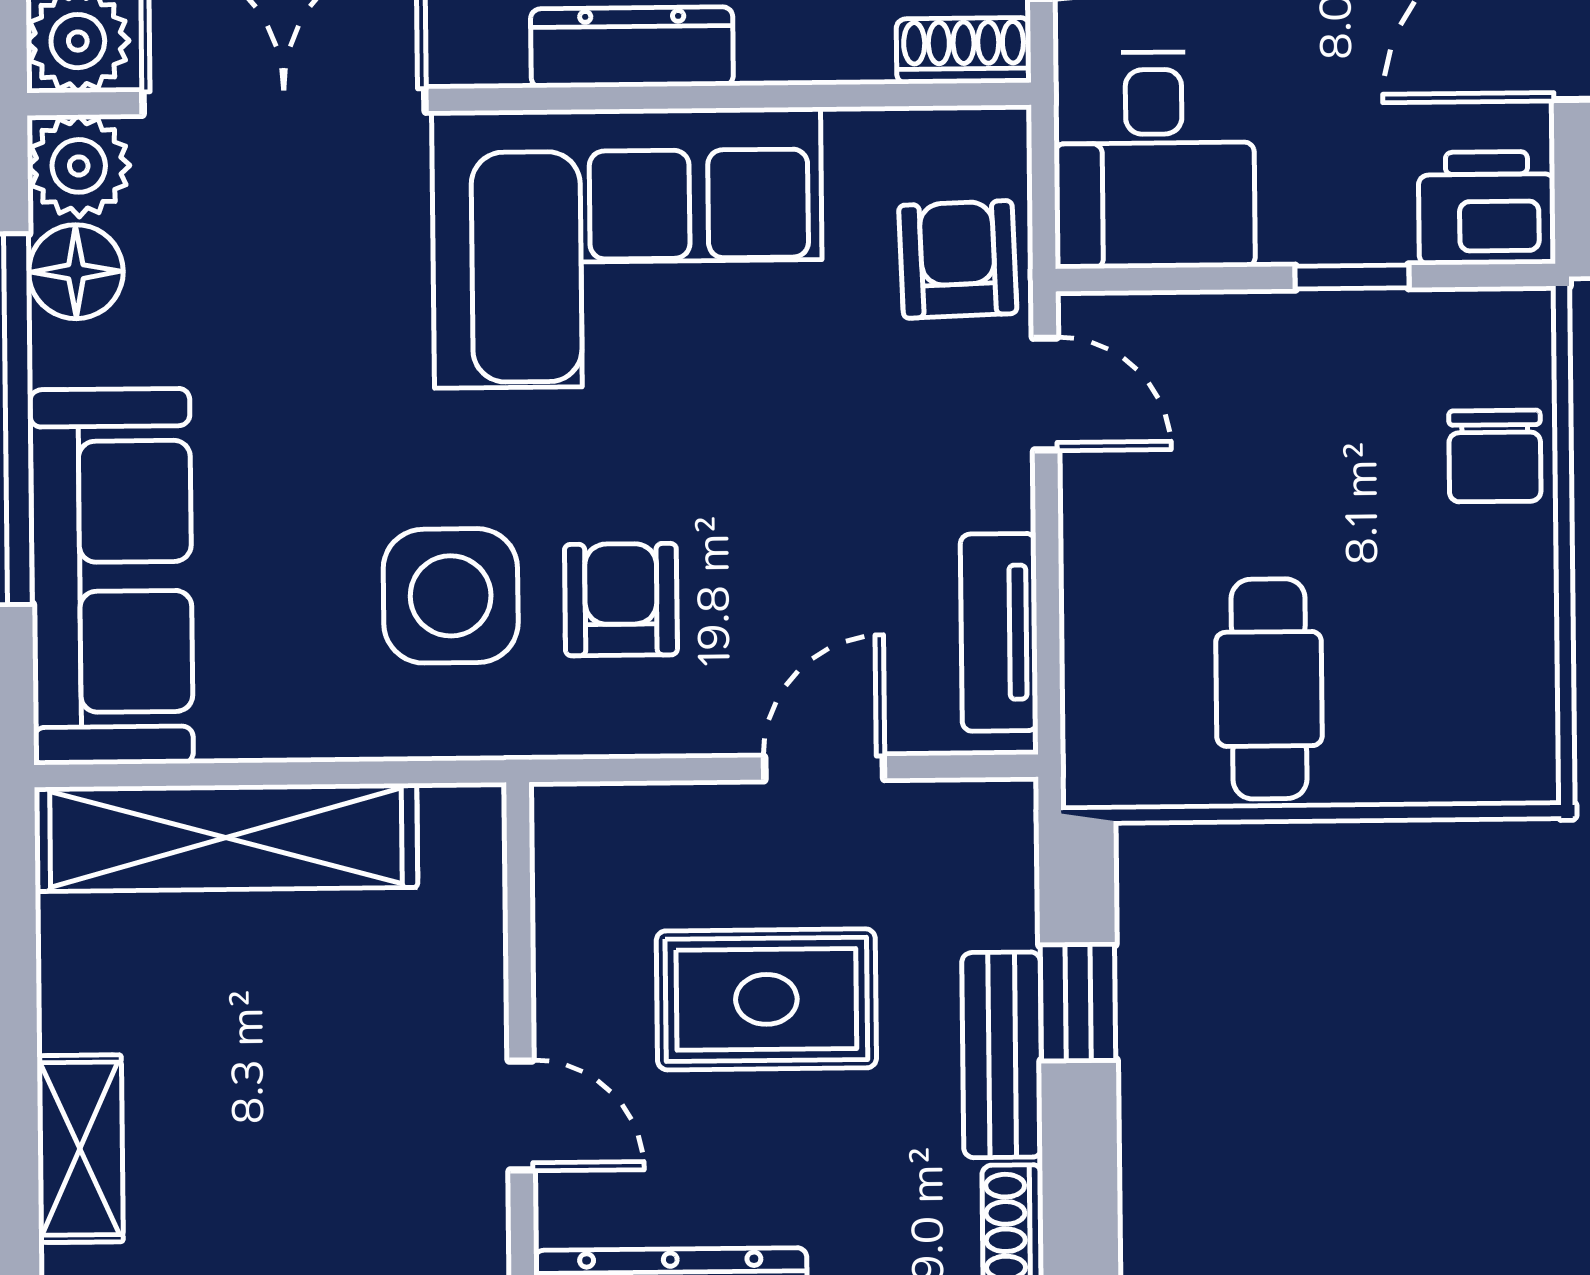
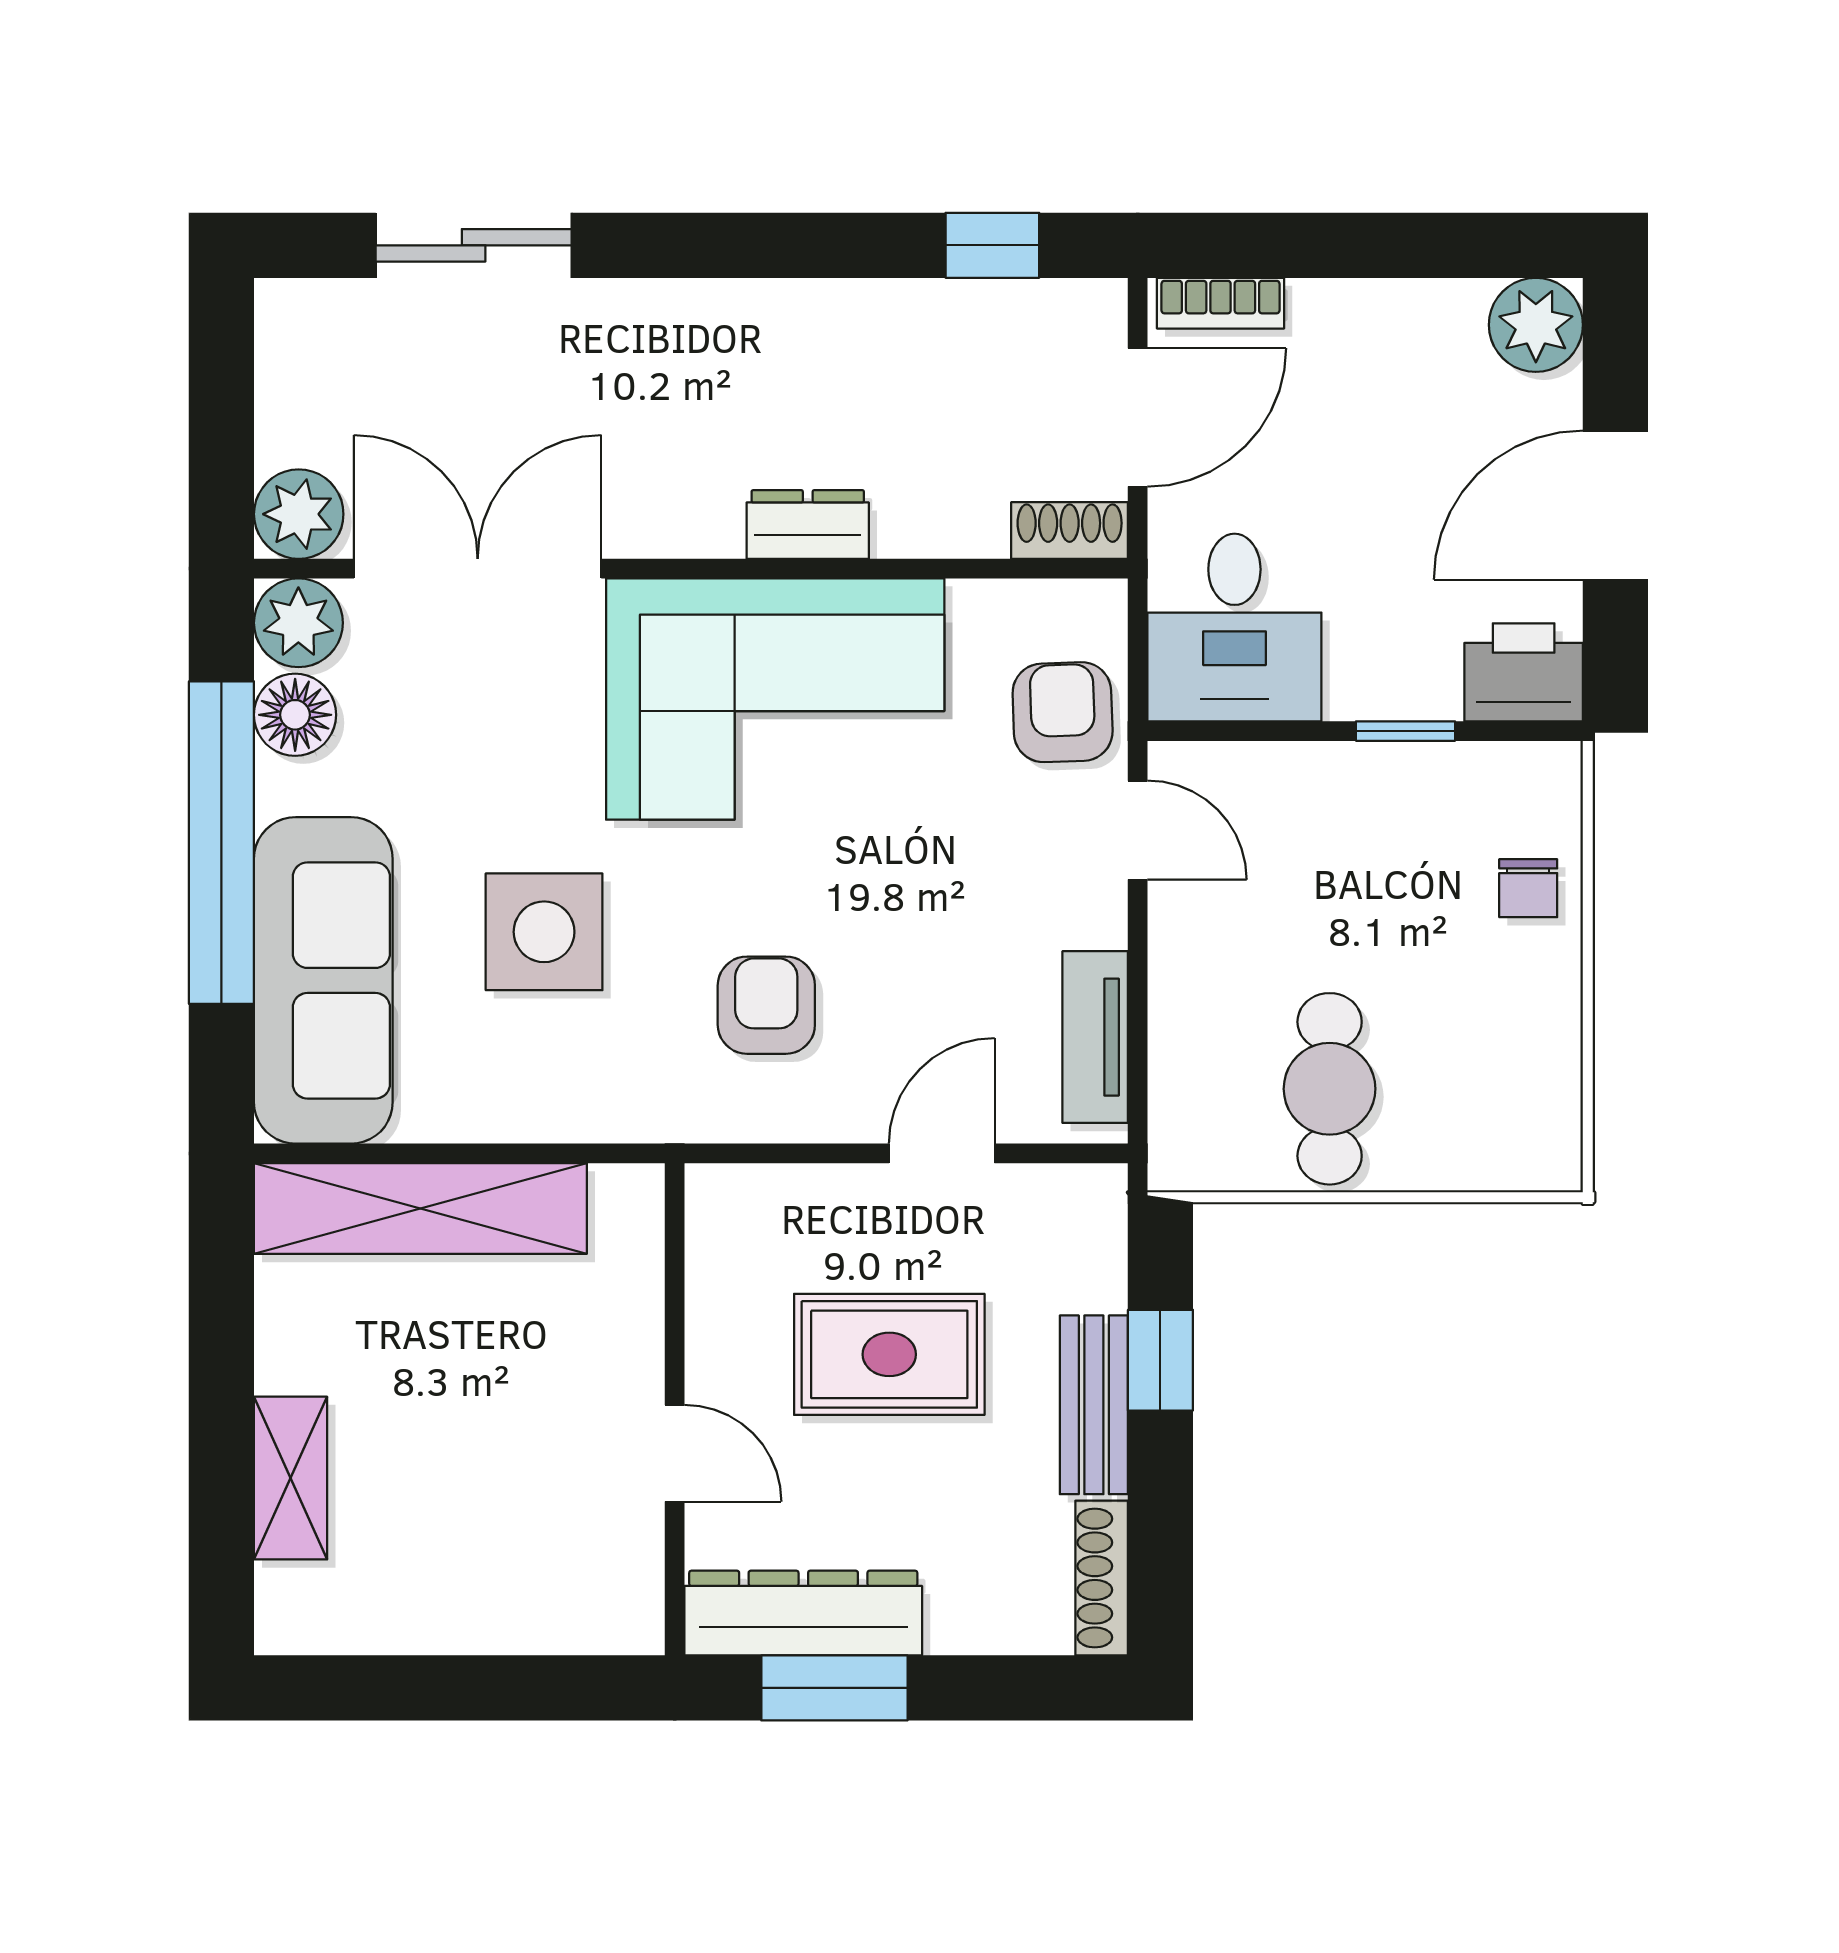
dresser: (632, 47) -> (808, 524), width x0.70
chair: (1495, 456) -> (1528, 888), width x0.73, depth x0.73
side table: (451, 596) -> (544, 932), moved

